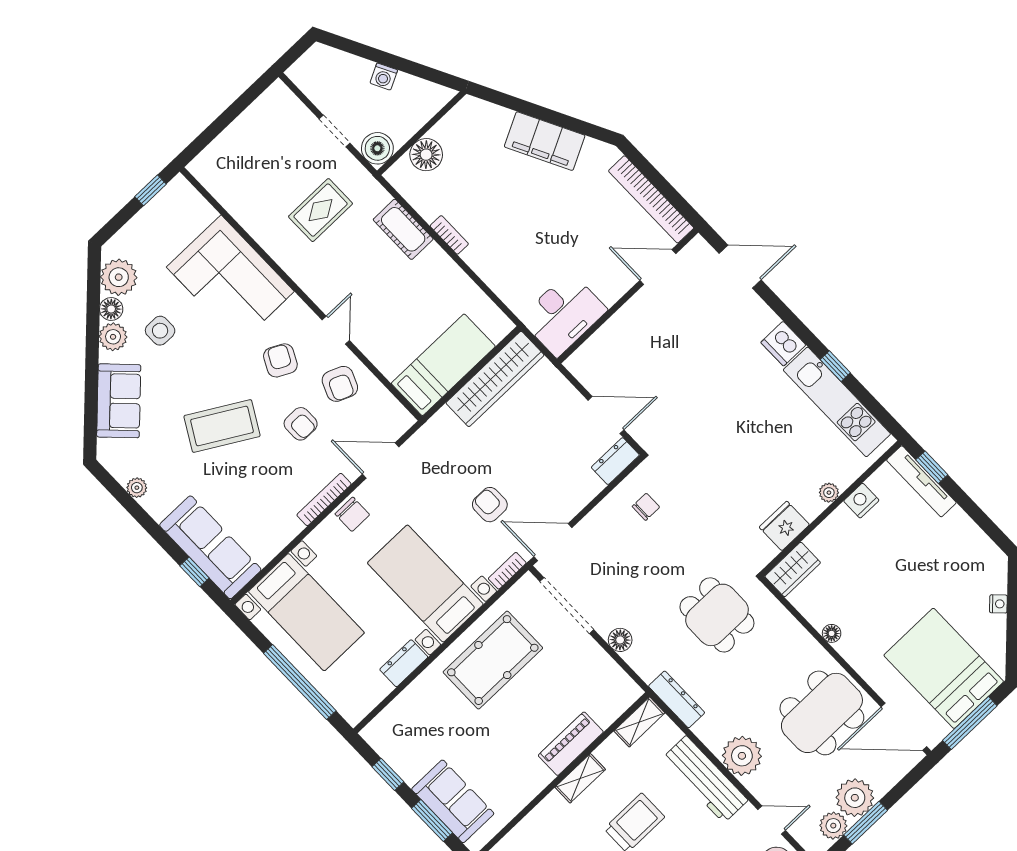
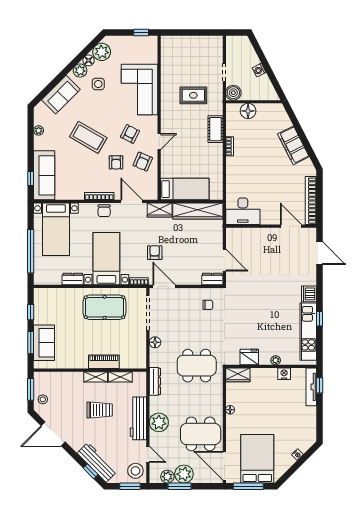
wardrobe: (436, 433) -> (160, 210), added
dining table: (717, 615) -> (197, 366), width x1.38
shelving: (639, 722) -> (120, 377), moved

